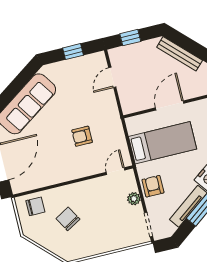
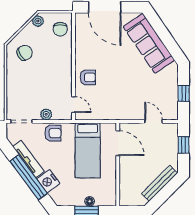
door: (170, 106) -> (118, 143), moved
armchair: (82, 136) -> (88, 77), moved, turned 90
chair: (68, 219) -> (25, 53), moved
plant: (32, 233) -> (38, 21), added

